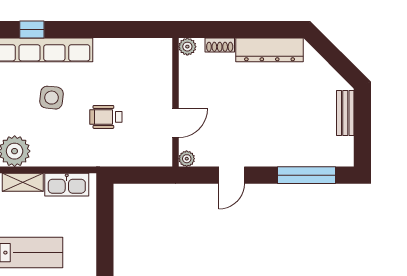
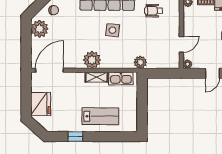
wheelchair: (106, 117) -> (154, 11), moved
plant: (102, 155) -> (140, 62), added

